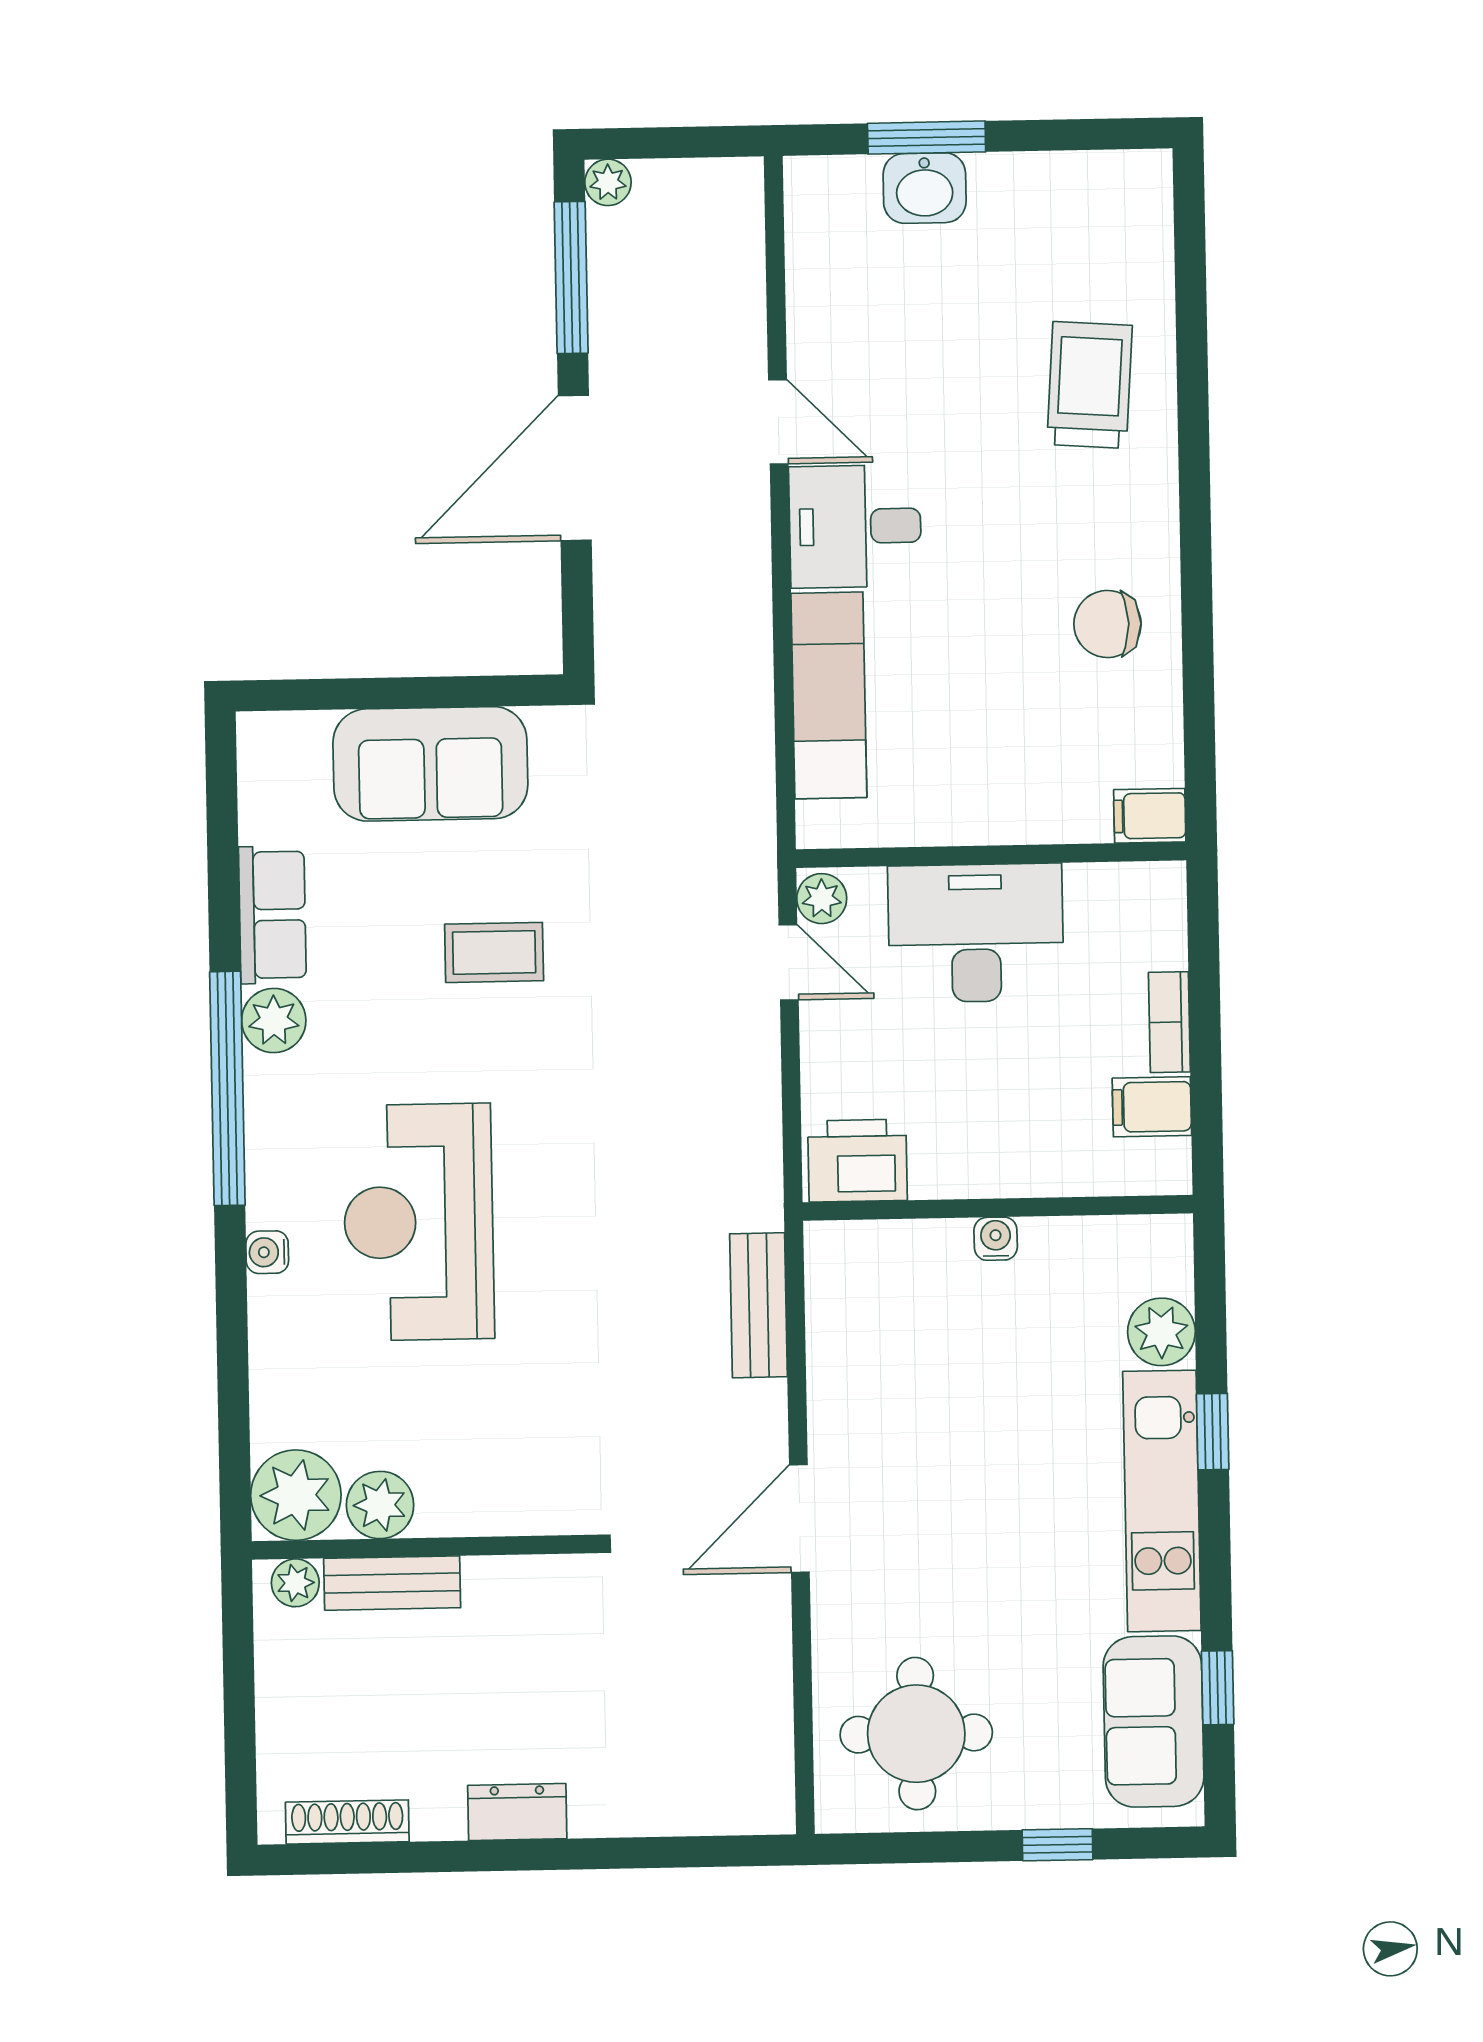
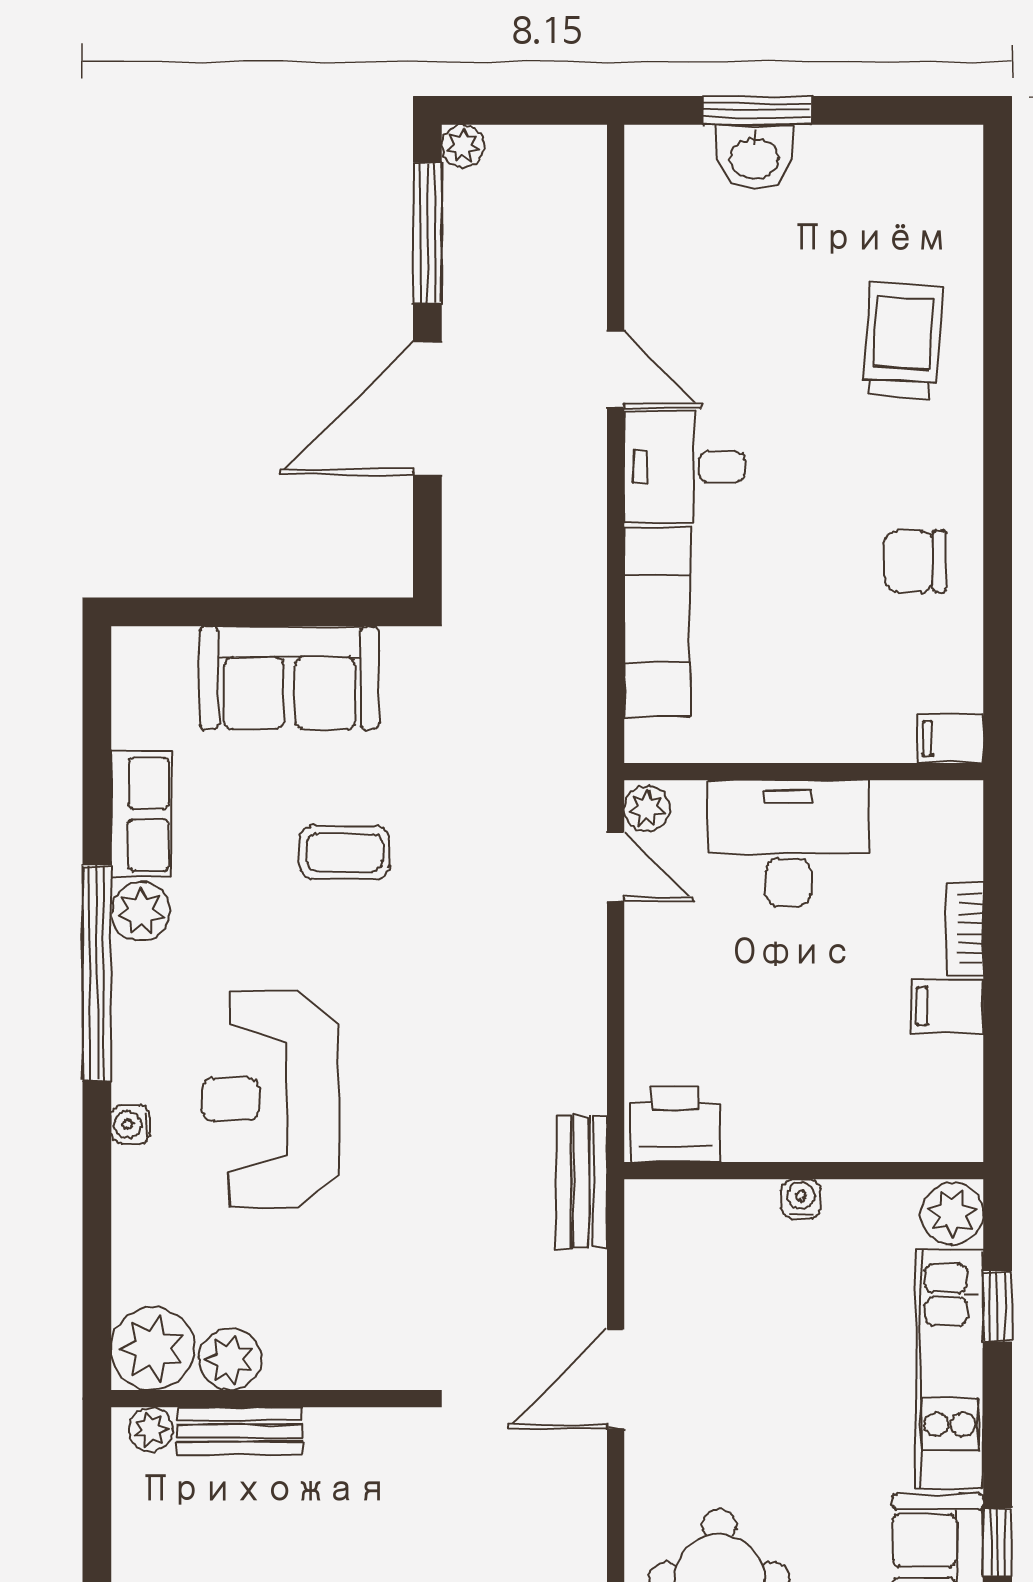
printer: (858, 1161) -> (675, 1125), moved
wall: (998, 1208) -> (804, 1171), moved
water cooler: (996, 1239) -> (801, 1199), moved

